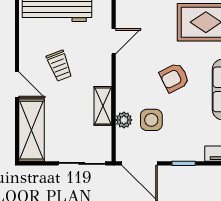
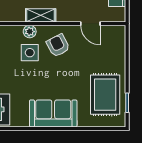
armchair: (174, 78) -> (58, 46), moved

